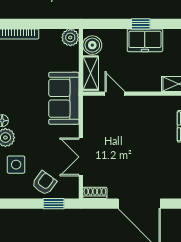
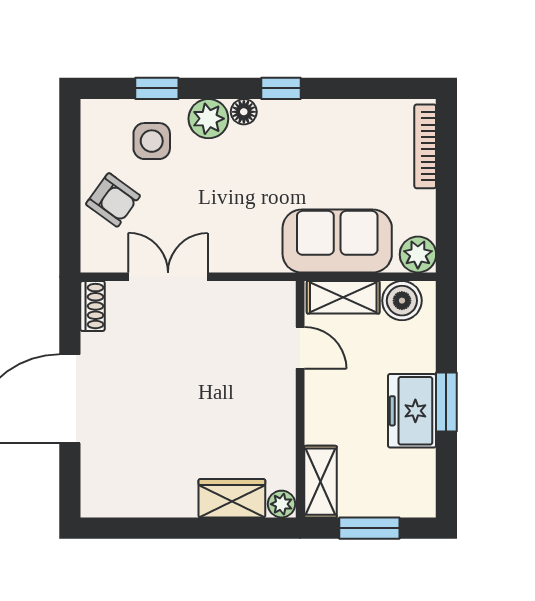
window: (141, 24) -> (446, 402), width x1.50
door: (115, 94) -> (300, 348), hinge flipped
sofa: (64, 98) -> (337, 241), moved
window: (54, 204) -> (70, 220), removed

